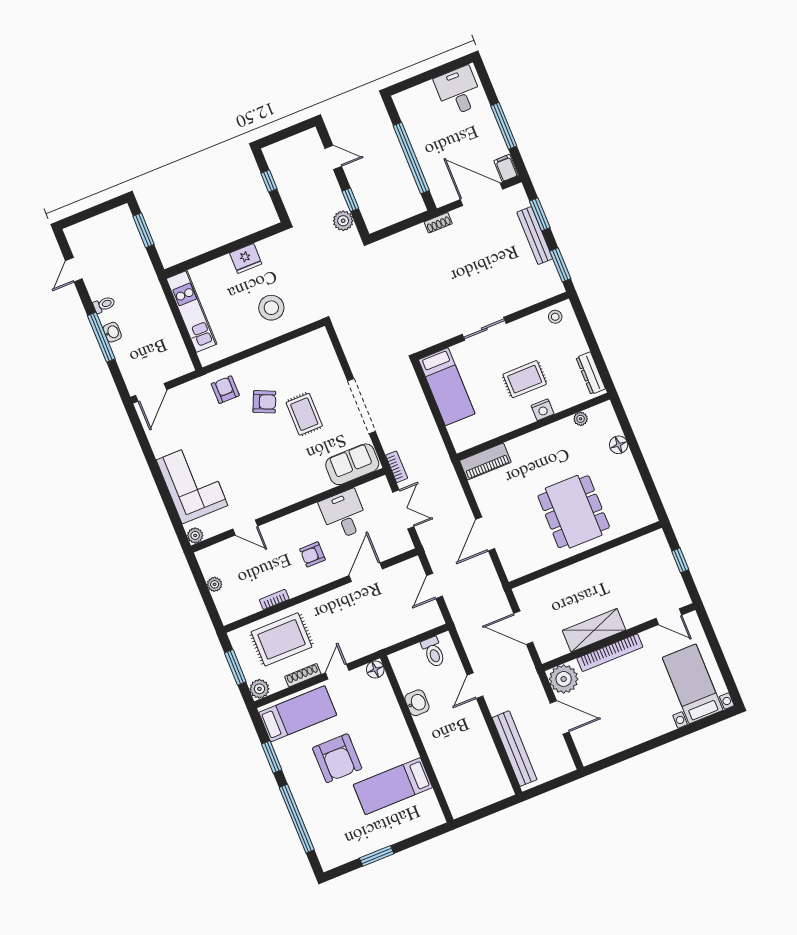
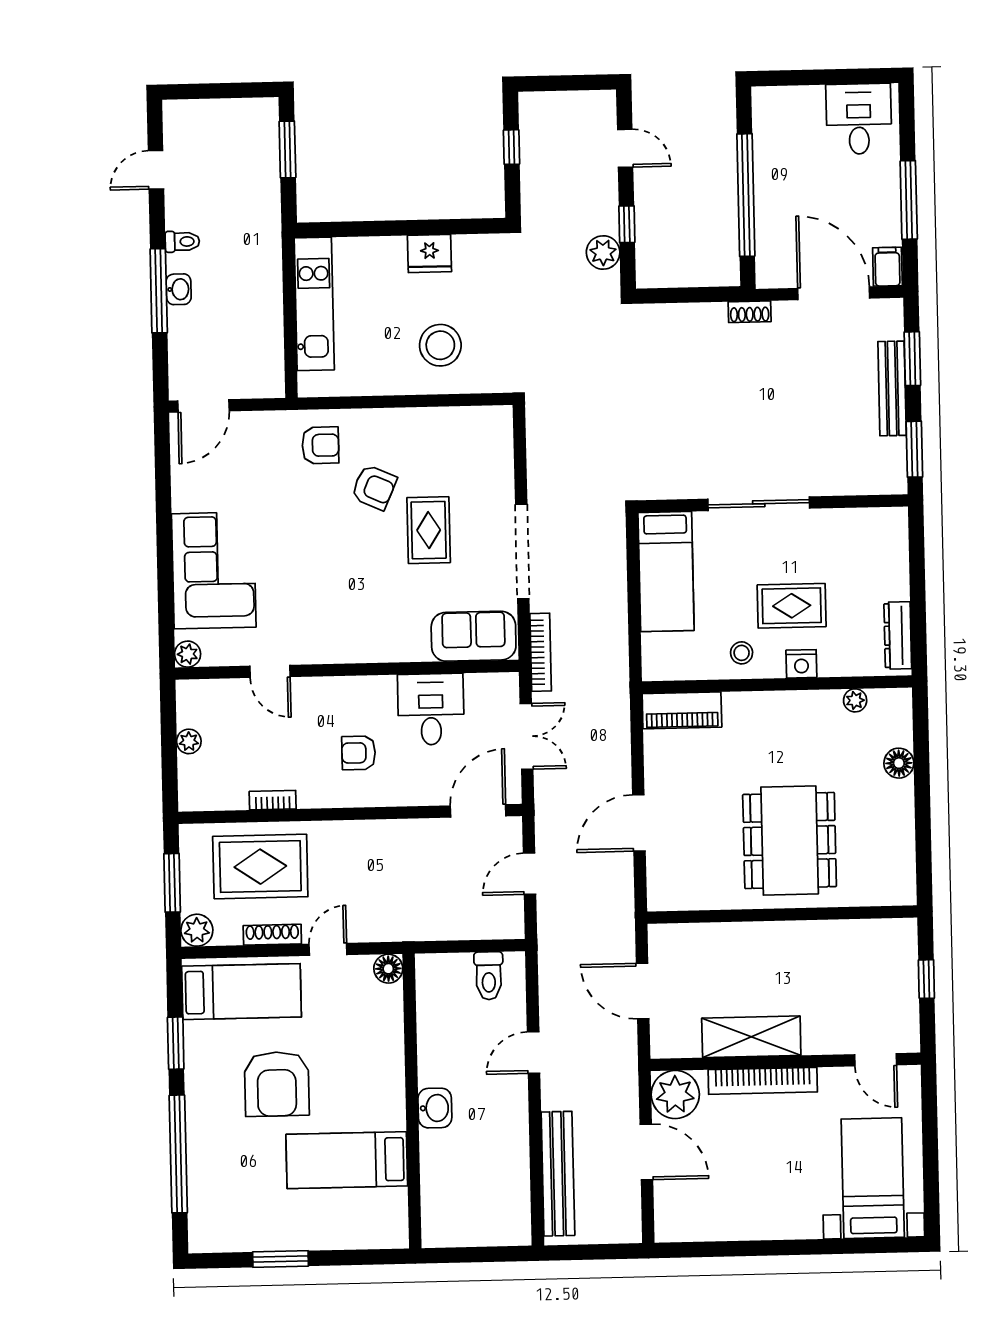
stool: (555, 317) -> (742, 653), moved
sliding door: (484, 329) -> (759, 504), width x1.37
armchair: (225, 390) -> (320, 445), turned 90
bookcase: (397, 467) -> (541, 652), width x1.56
door: (366, 572) -> (478, 811), moved
washbasin: (417, 703) -> (435, 1108), moved

